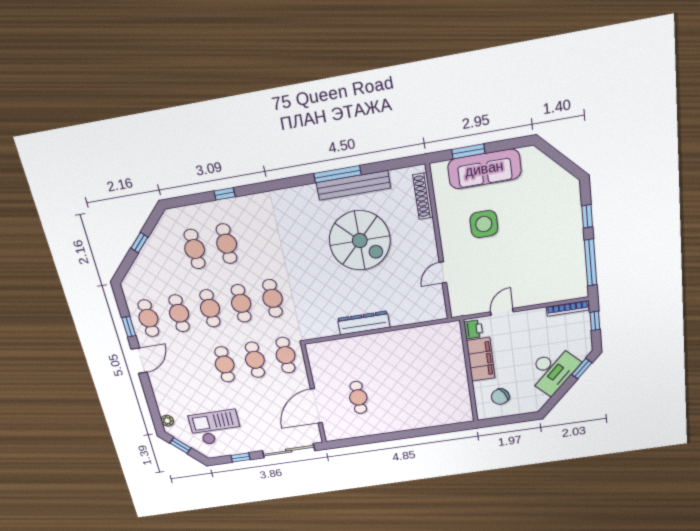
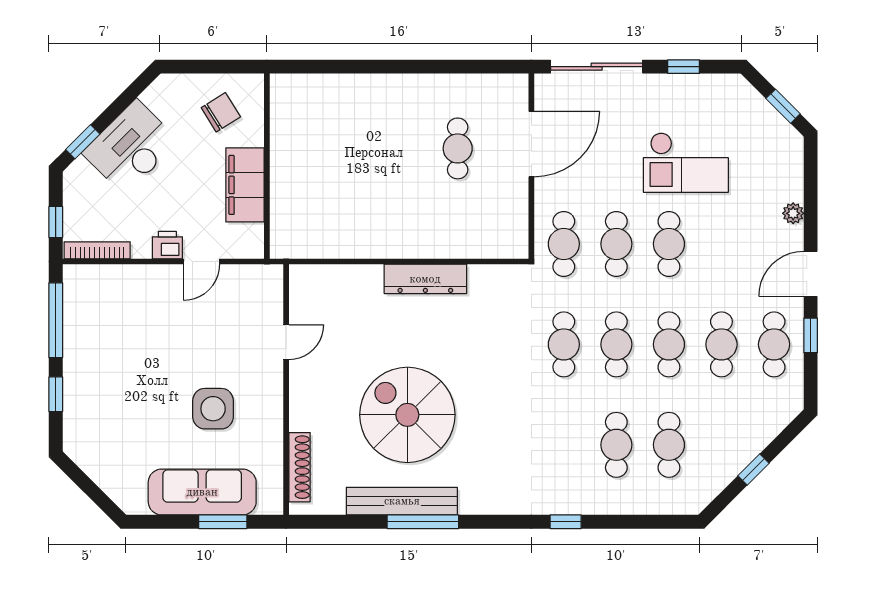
window: (225, 194) -> (566, 522), moved
printer: (473, 329) -> (167, 245), moved, turned 90
plant: (167, 421) -> (793, 213), moved
checkout: (216, 428) -> (686, 163), moved

